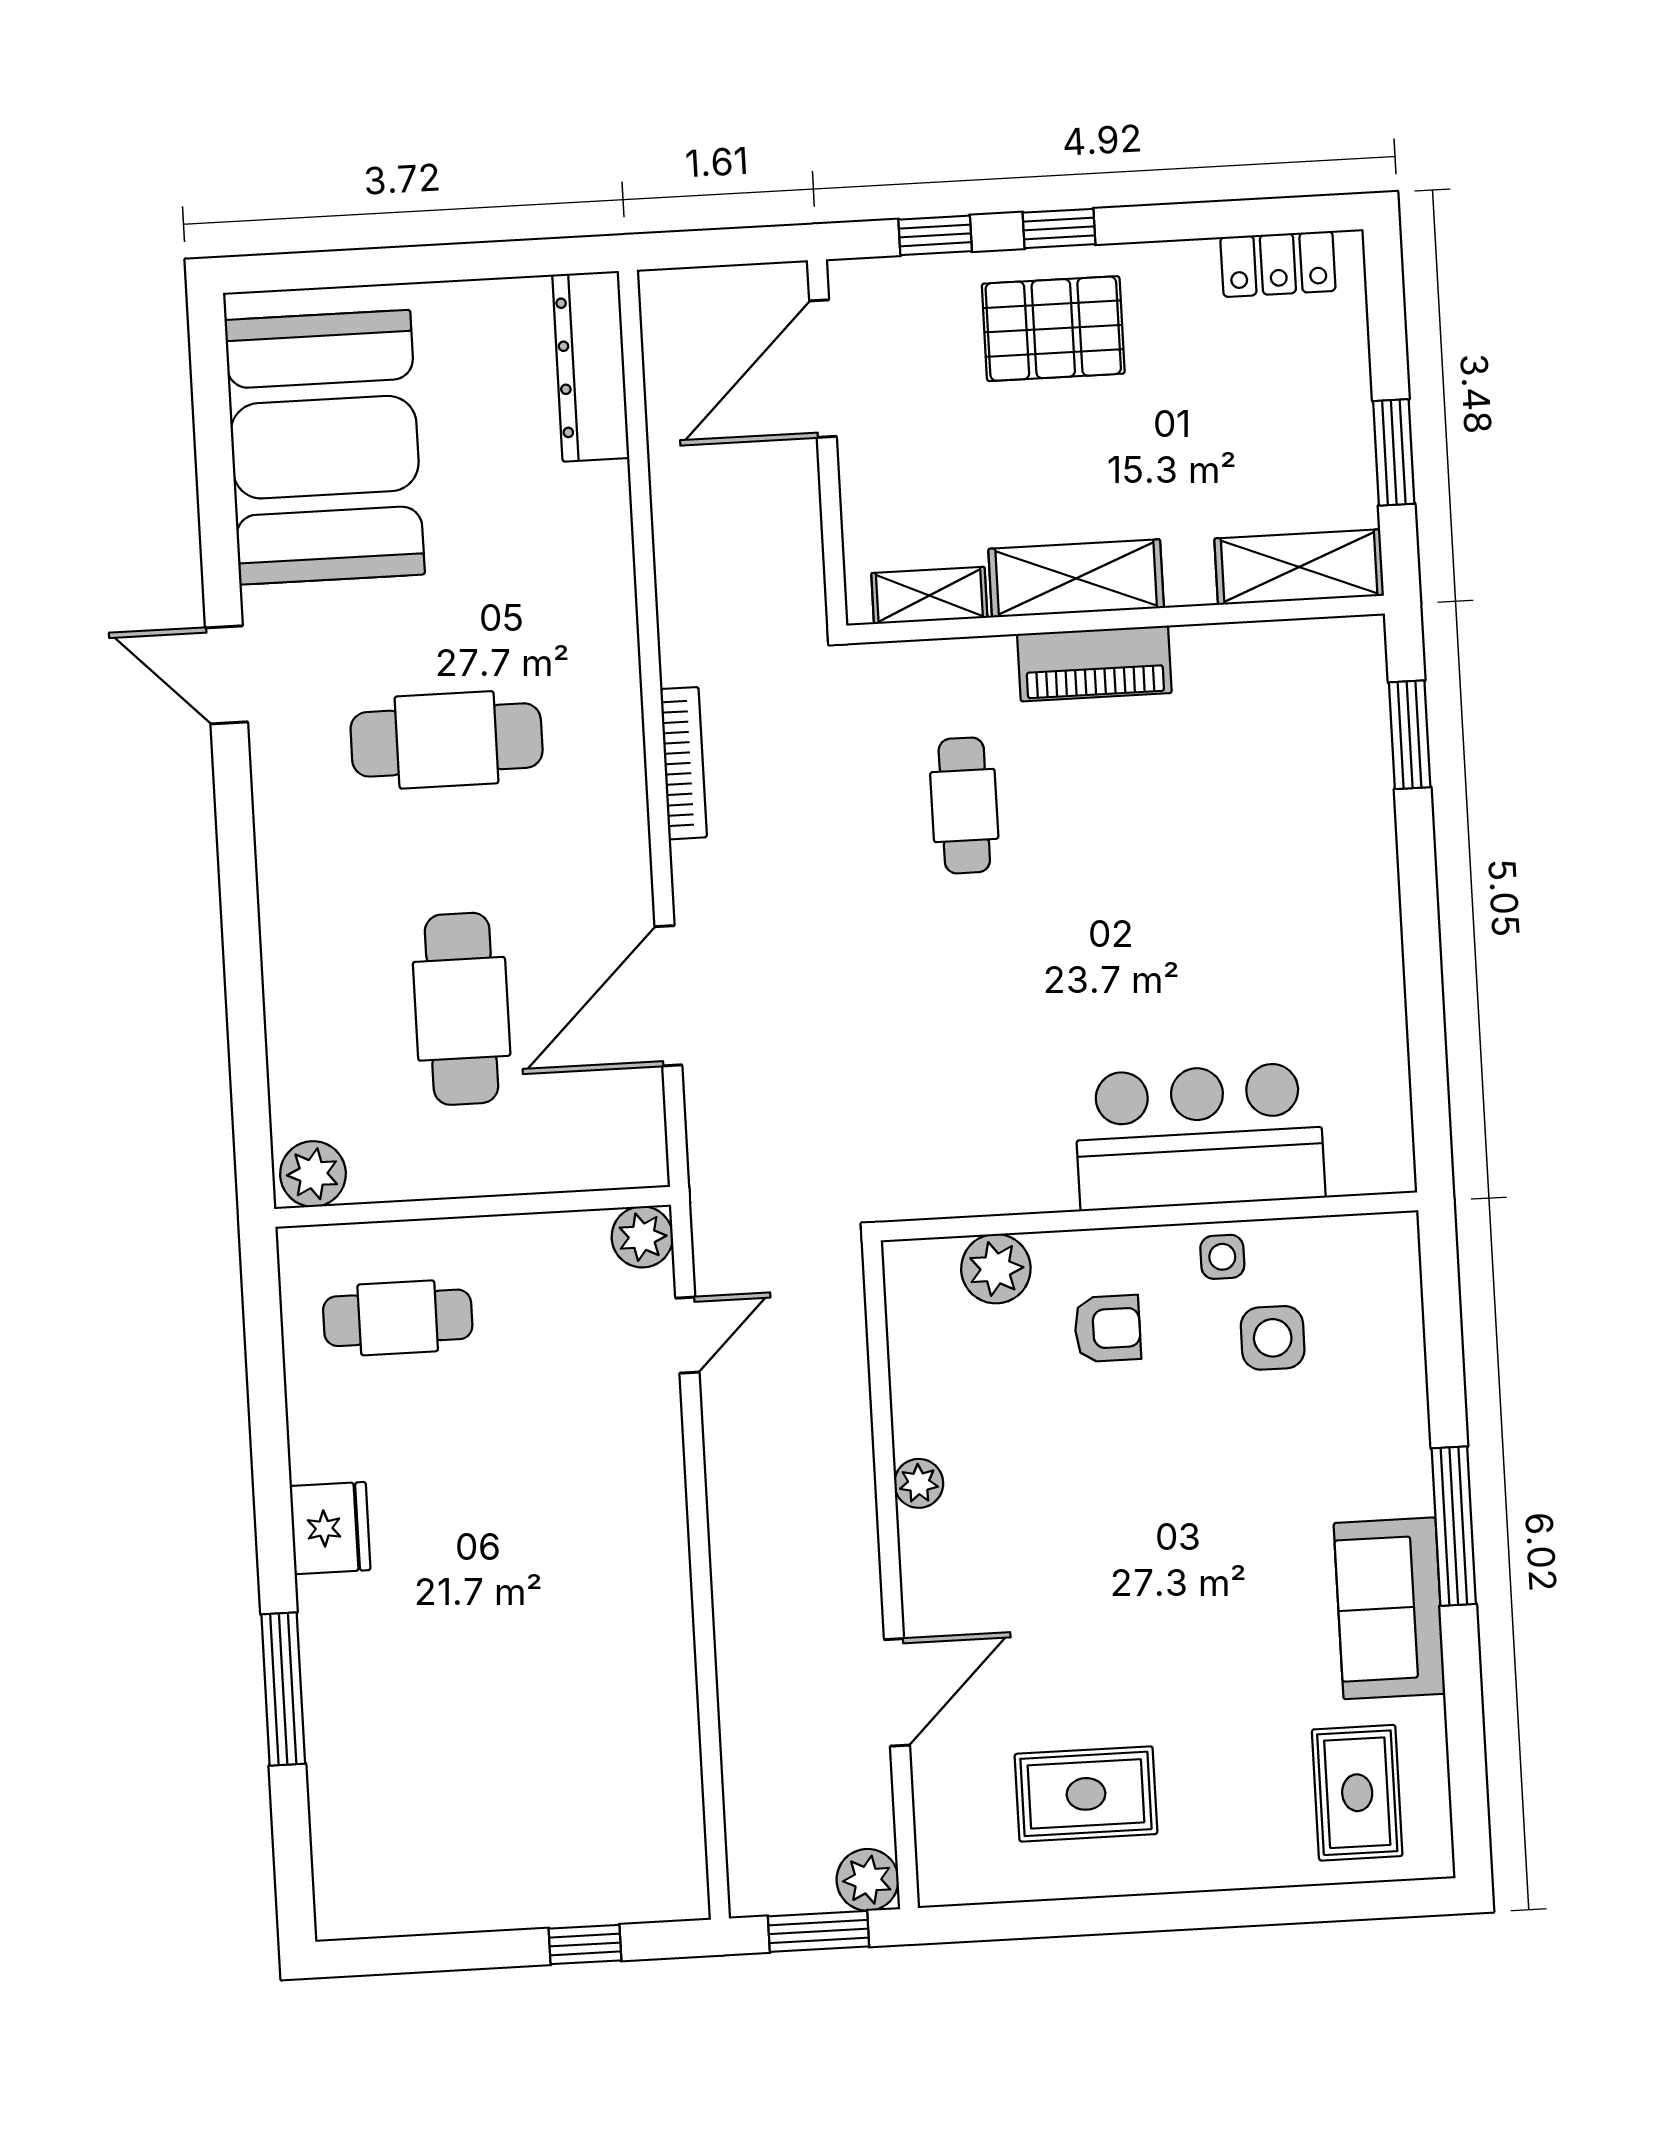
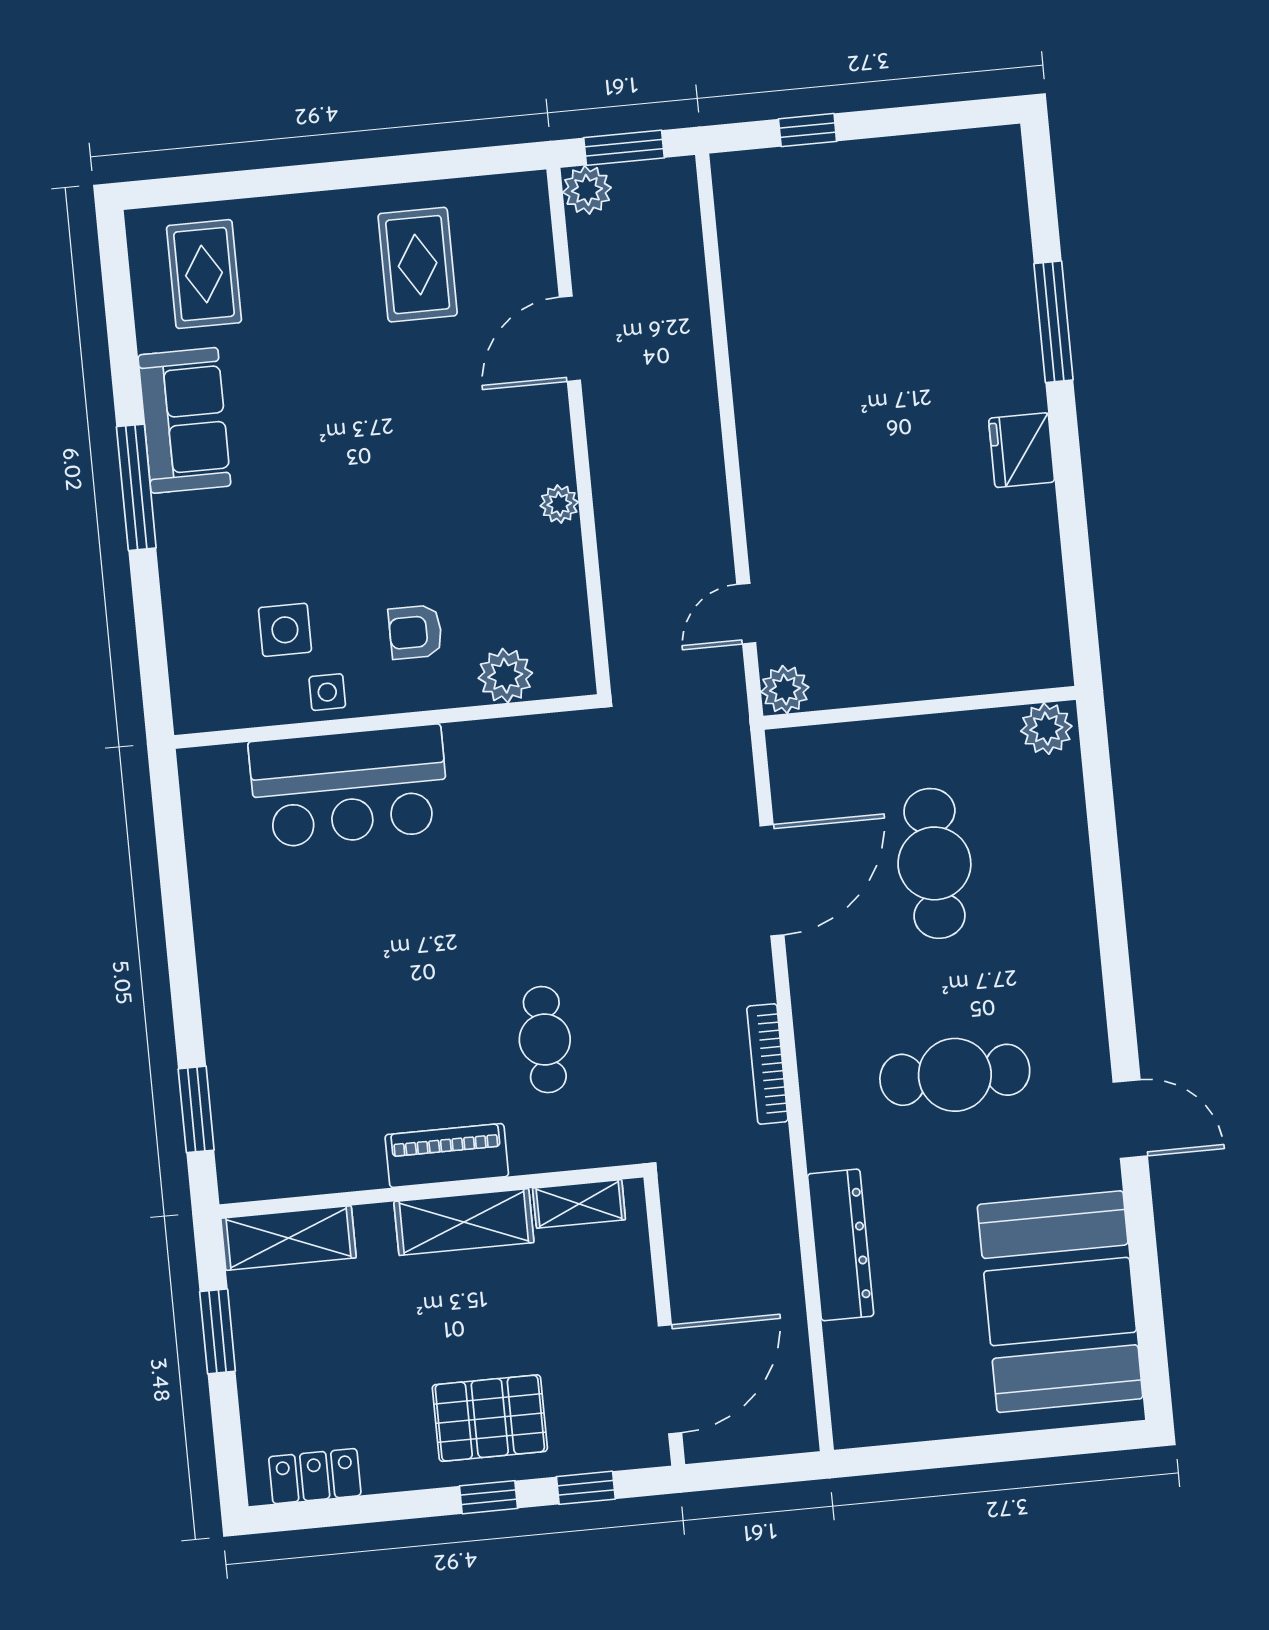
dresser: (591, 366) -> (841, 1245), moved
cafe table: (398, 1318) -> (975, 618), removed
rug: (1086, 1794) -> (418, 265), turned 90

